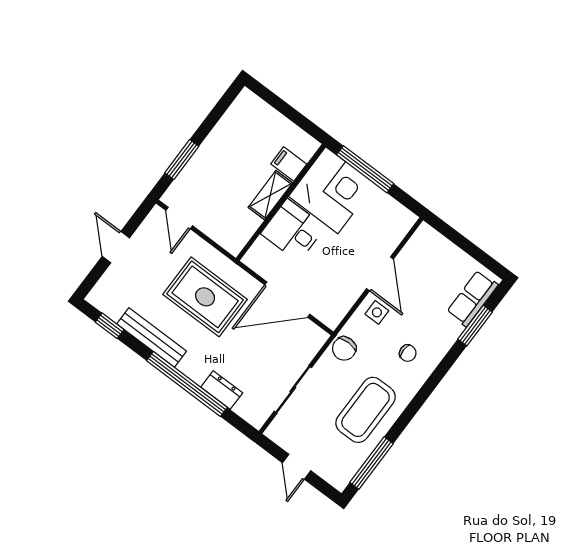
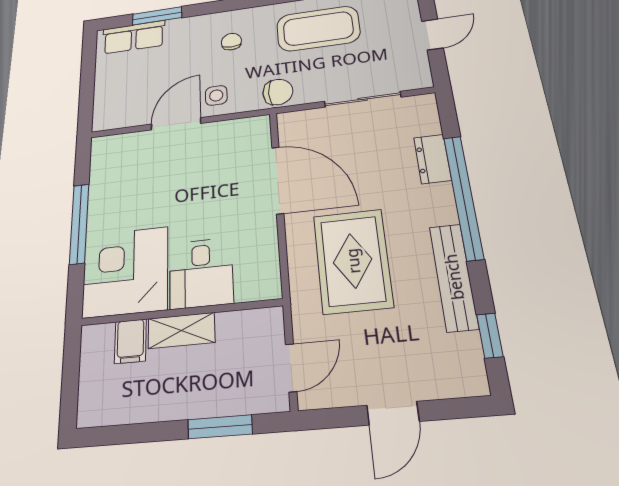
filing cabinet: (289, 164) -> (130, 341), moved
corner desk: (332, 190) -> (125, 272), moved
shelving: (270, 195) -> (181, 330), moved
wall: (281, 202) -> (180, 312), moved
desk: (293, 230) -> (201, 273), moved

